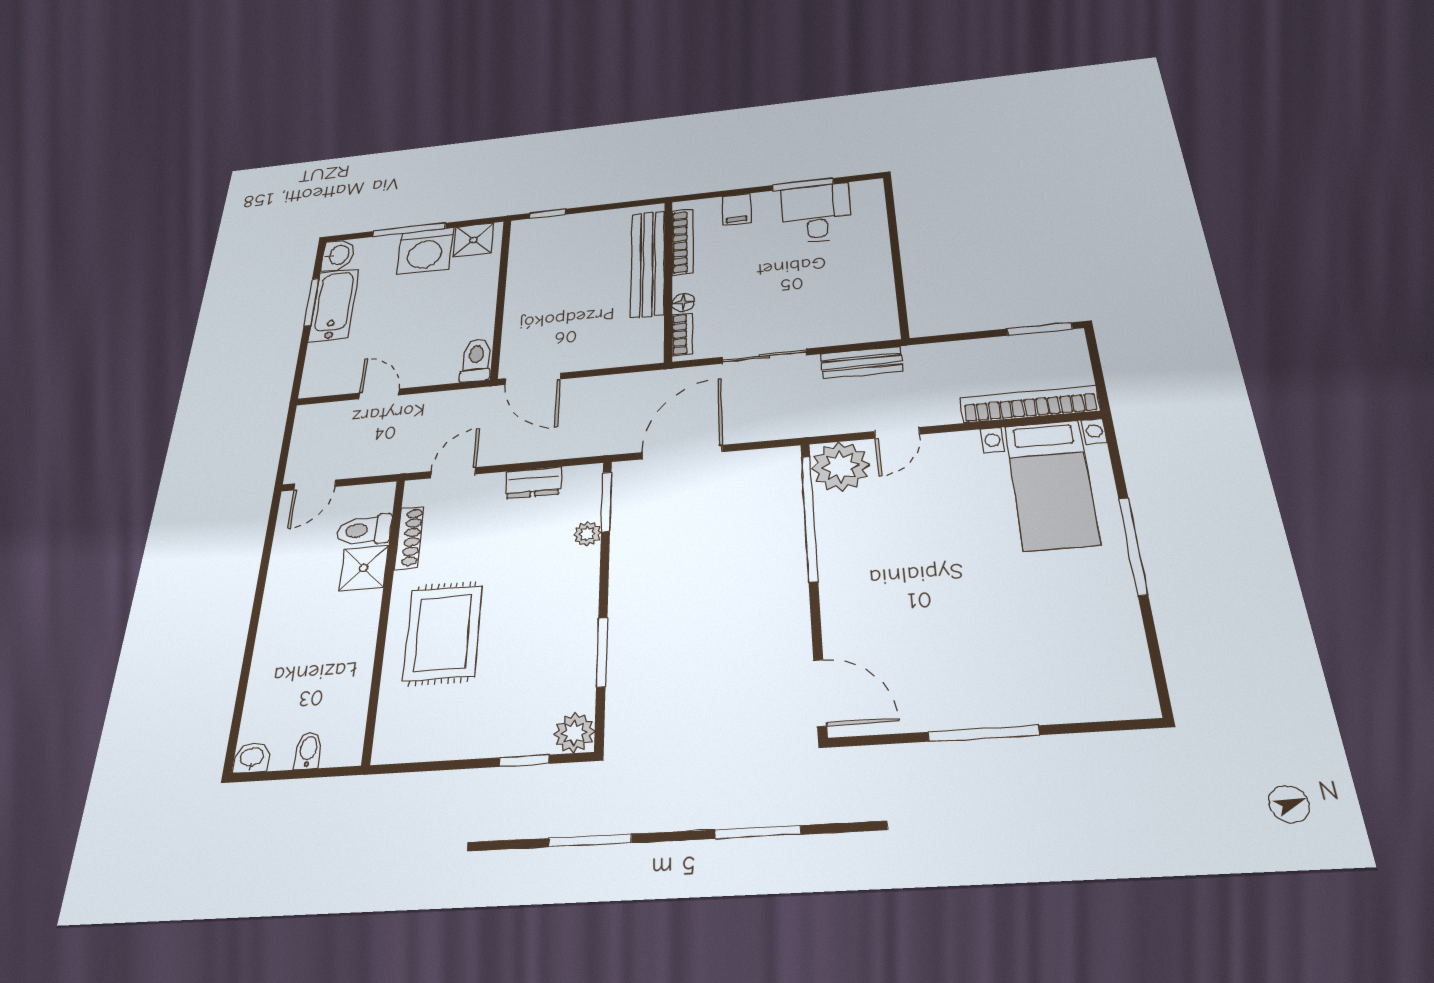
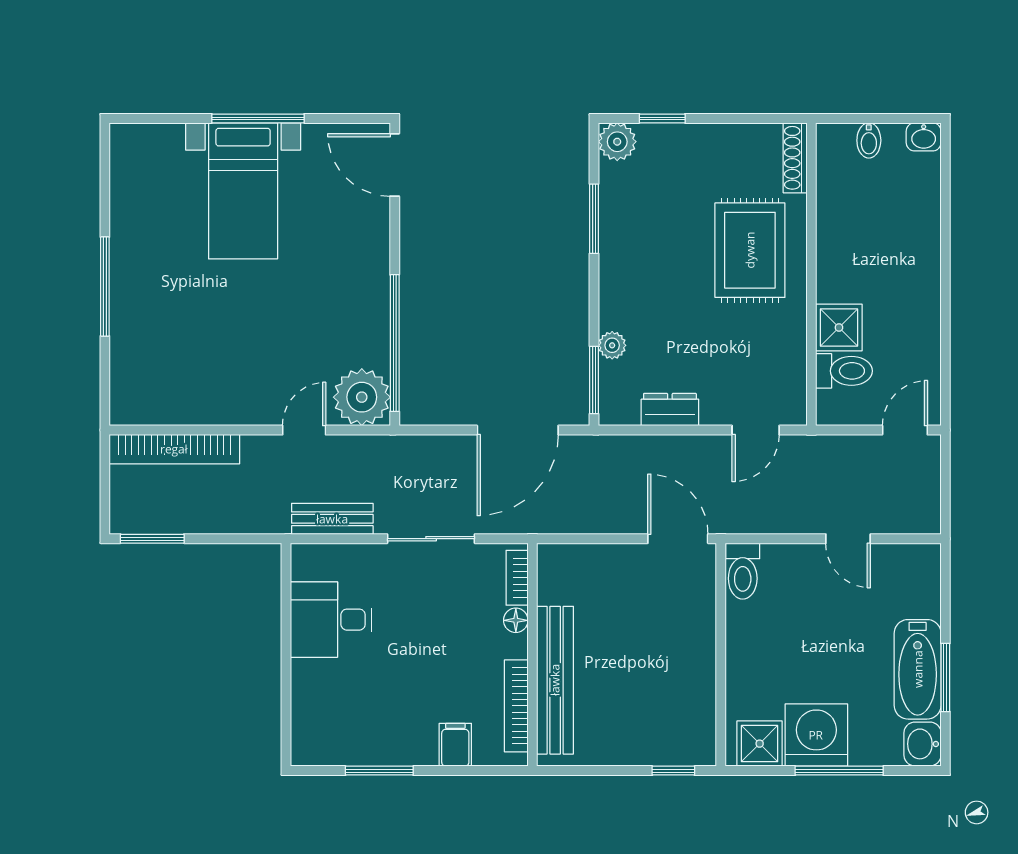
desk: (816, 213) -> (331, 620), moved, turned 90
bed with nightstands: (1051, 484) -> (243, 191), moved, turned 180
shoe rack: (409, 537) -> (795, 158), moved

